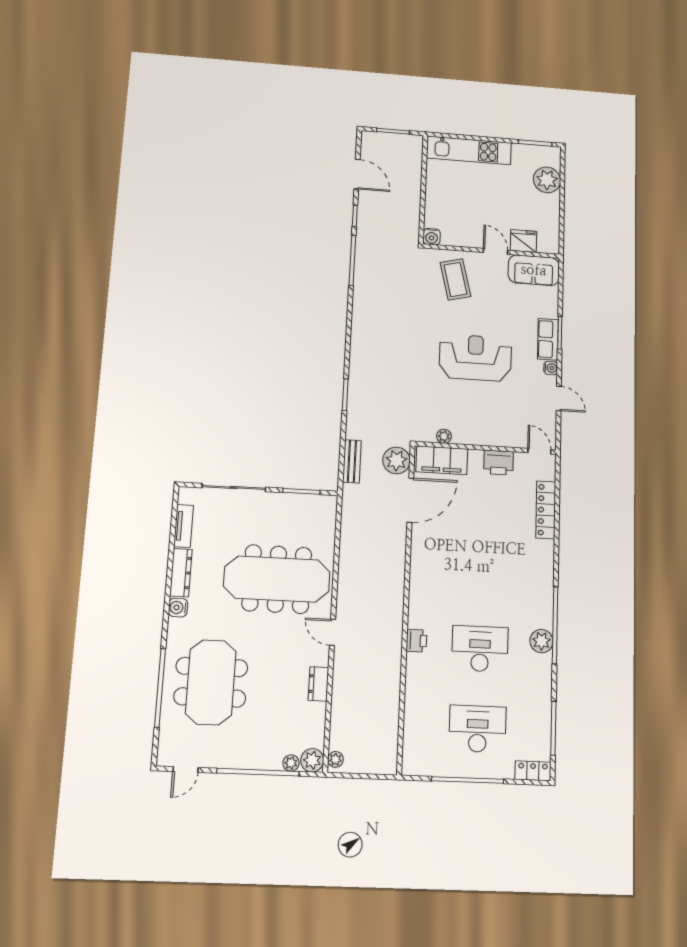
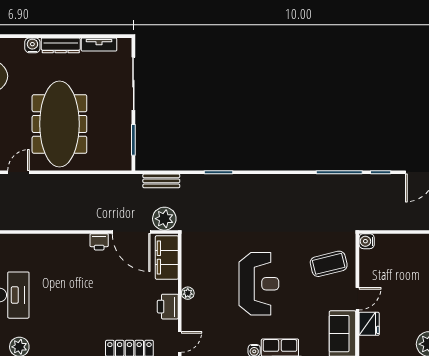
plant: (444, 436) -> (188, 293), moved
printer: (416, 641) -> (99, 242), moved

